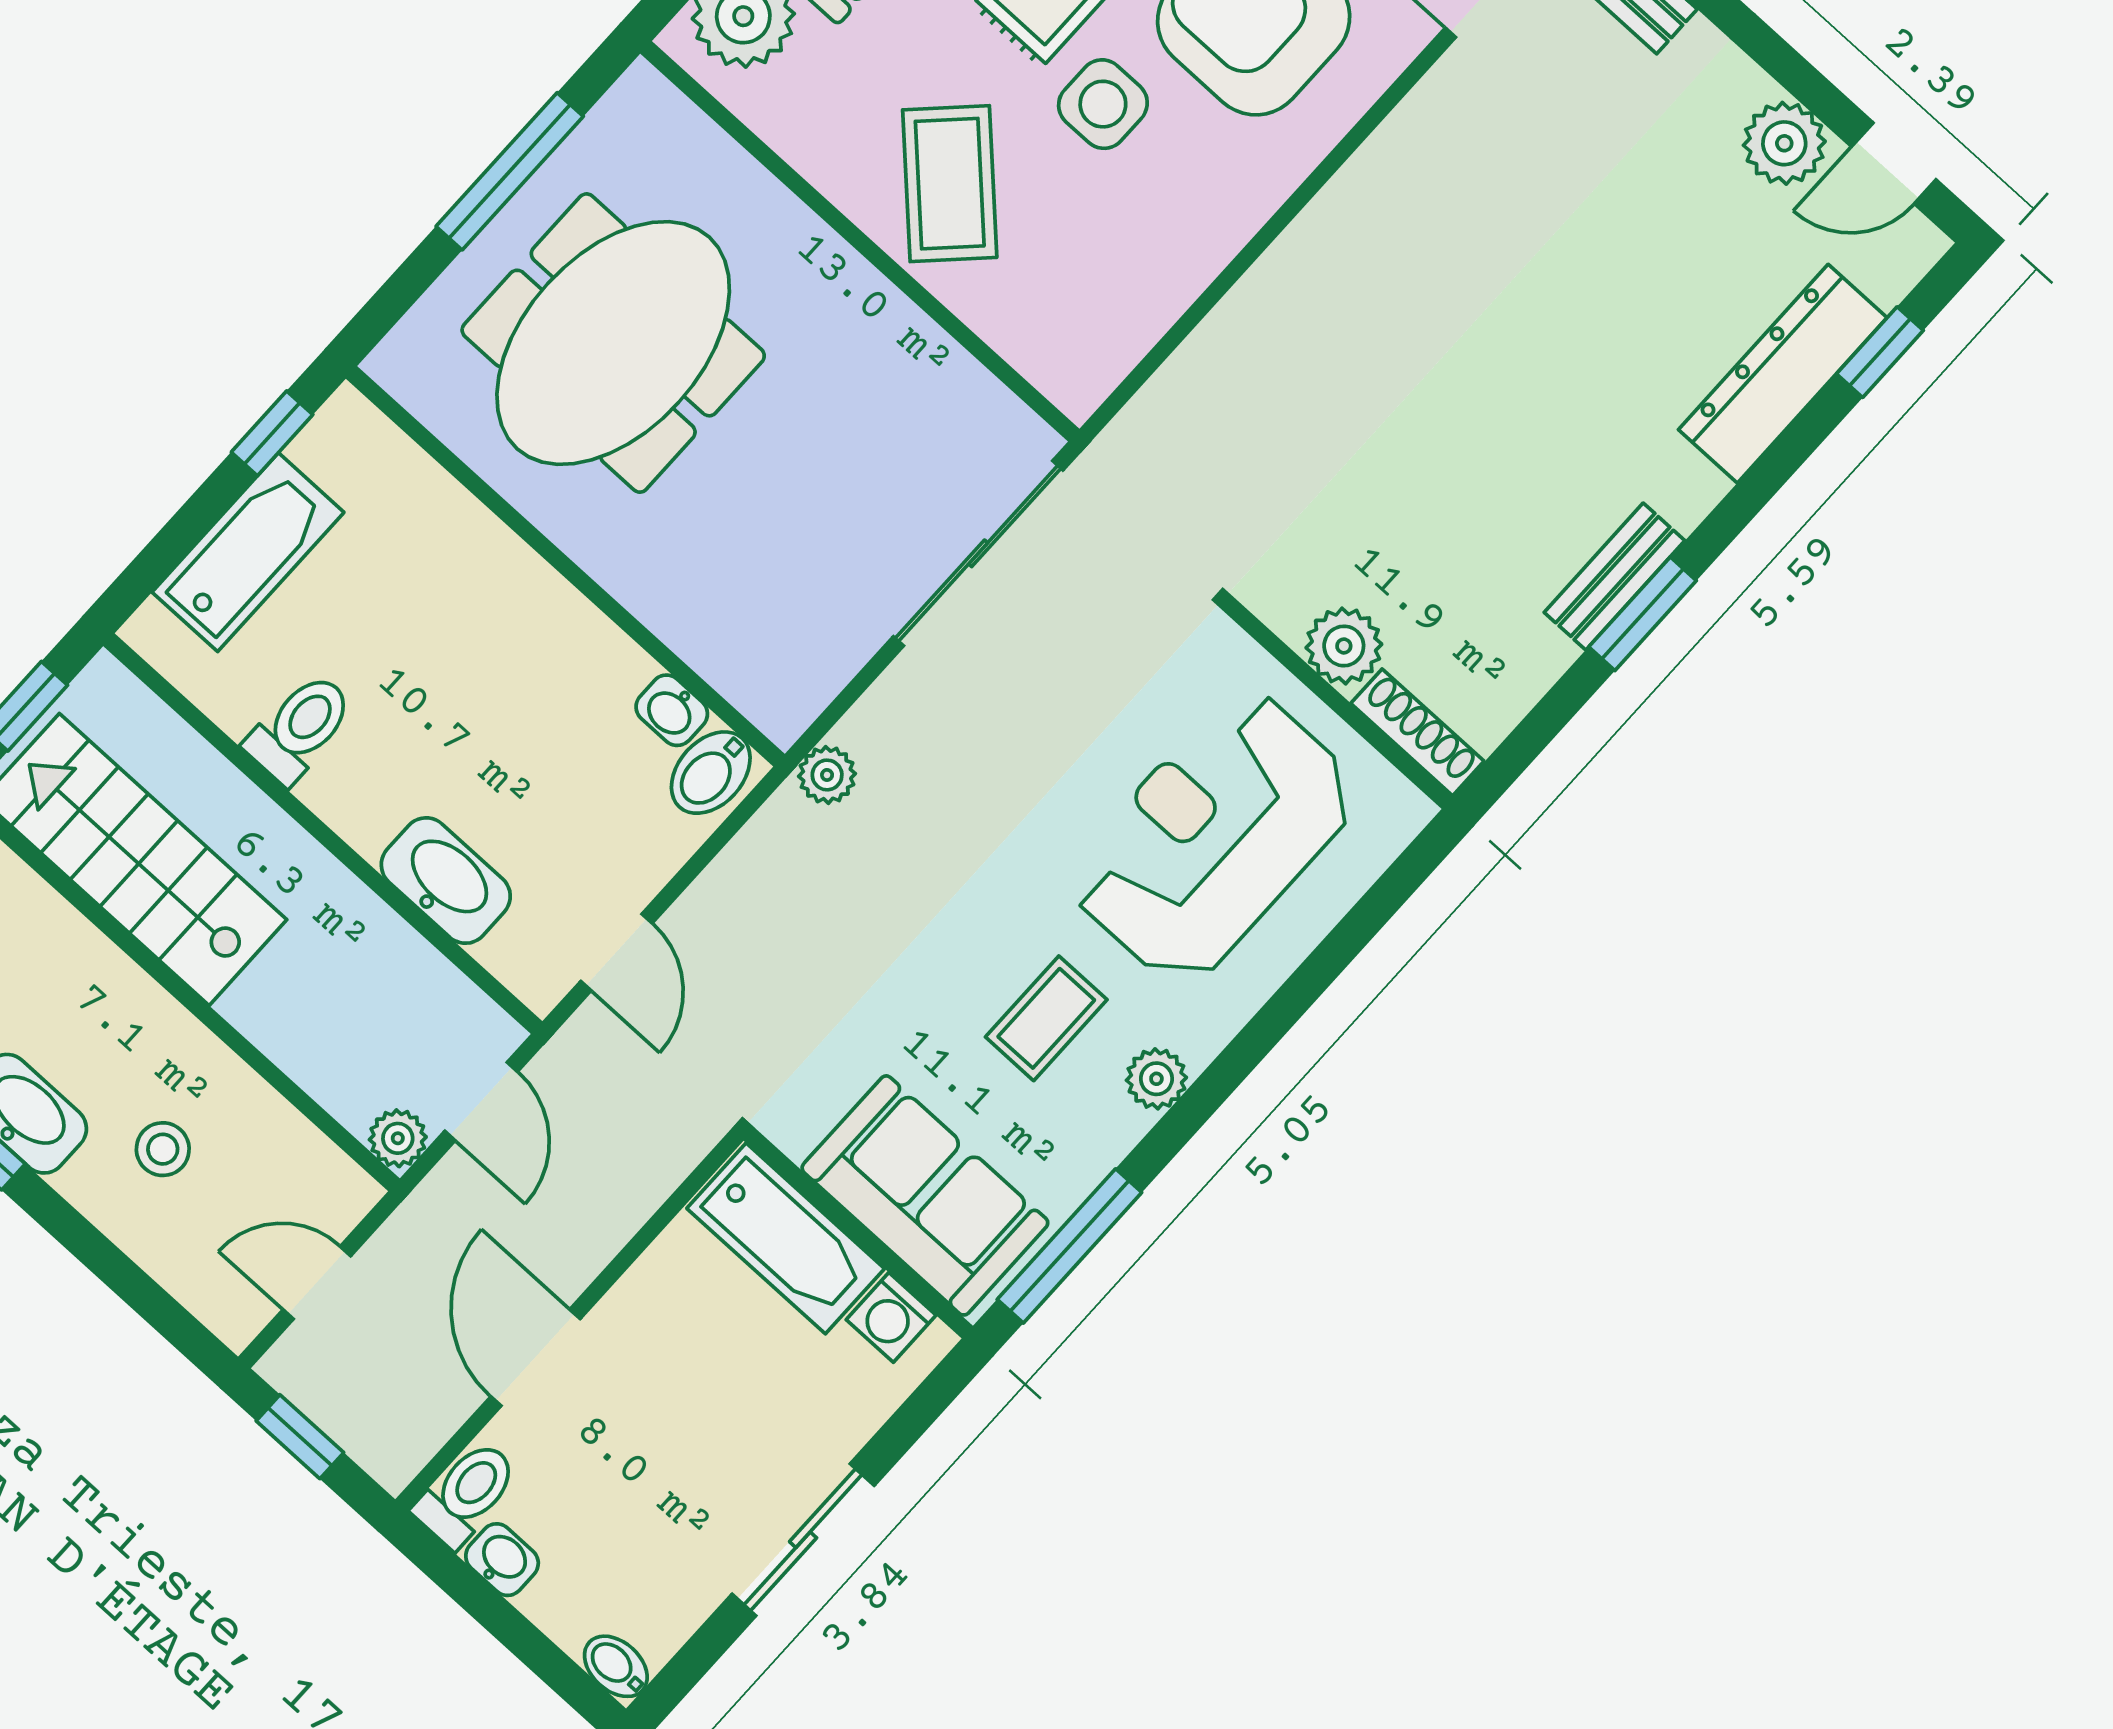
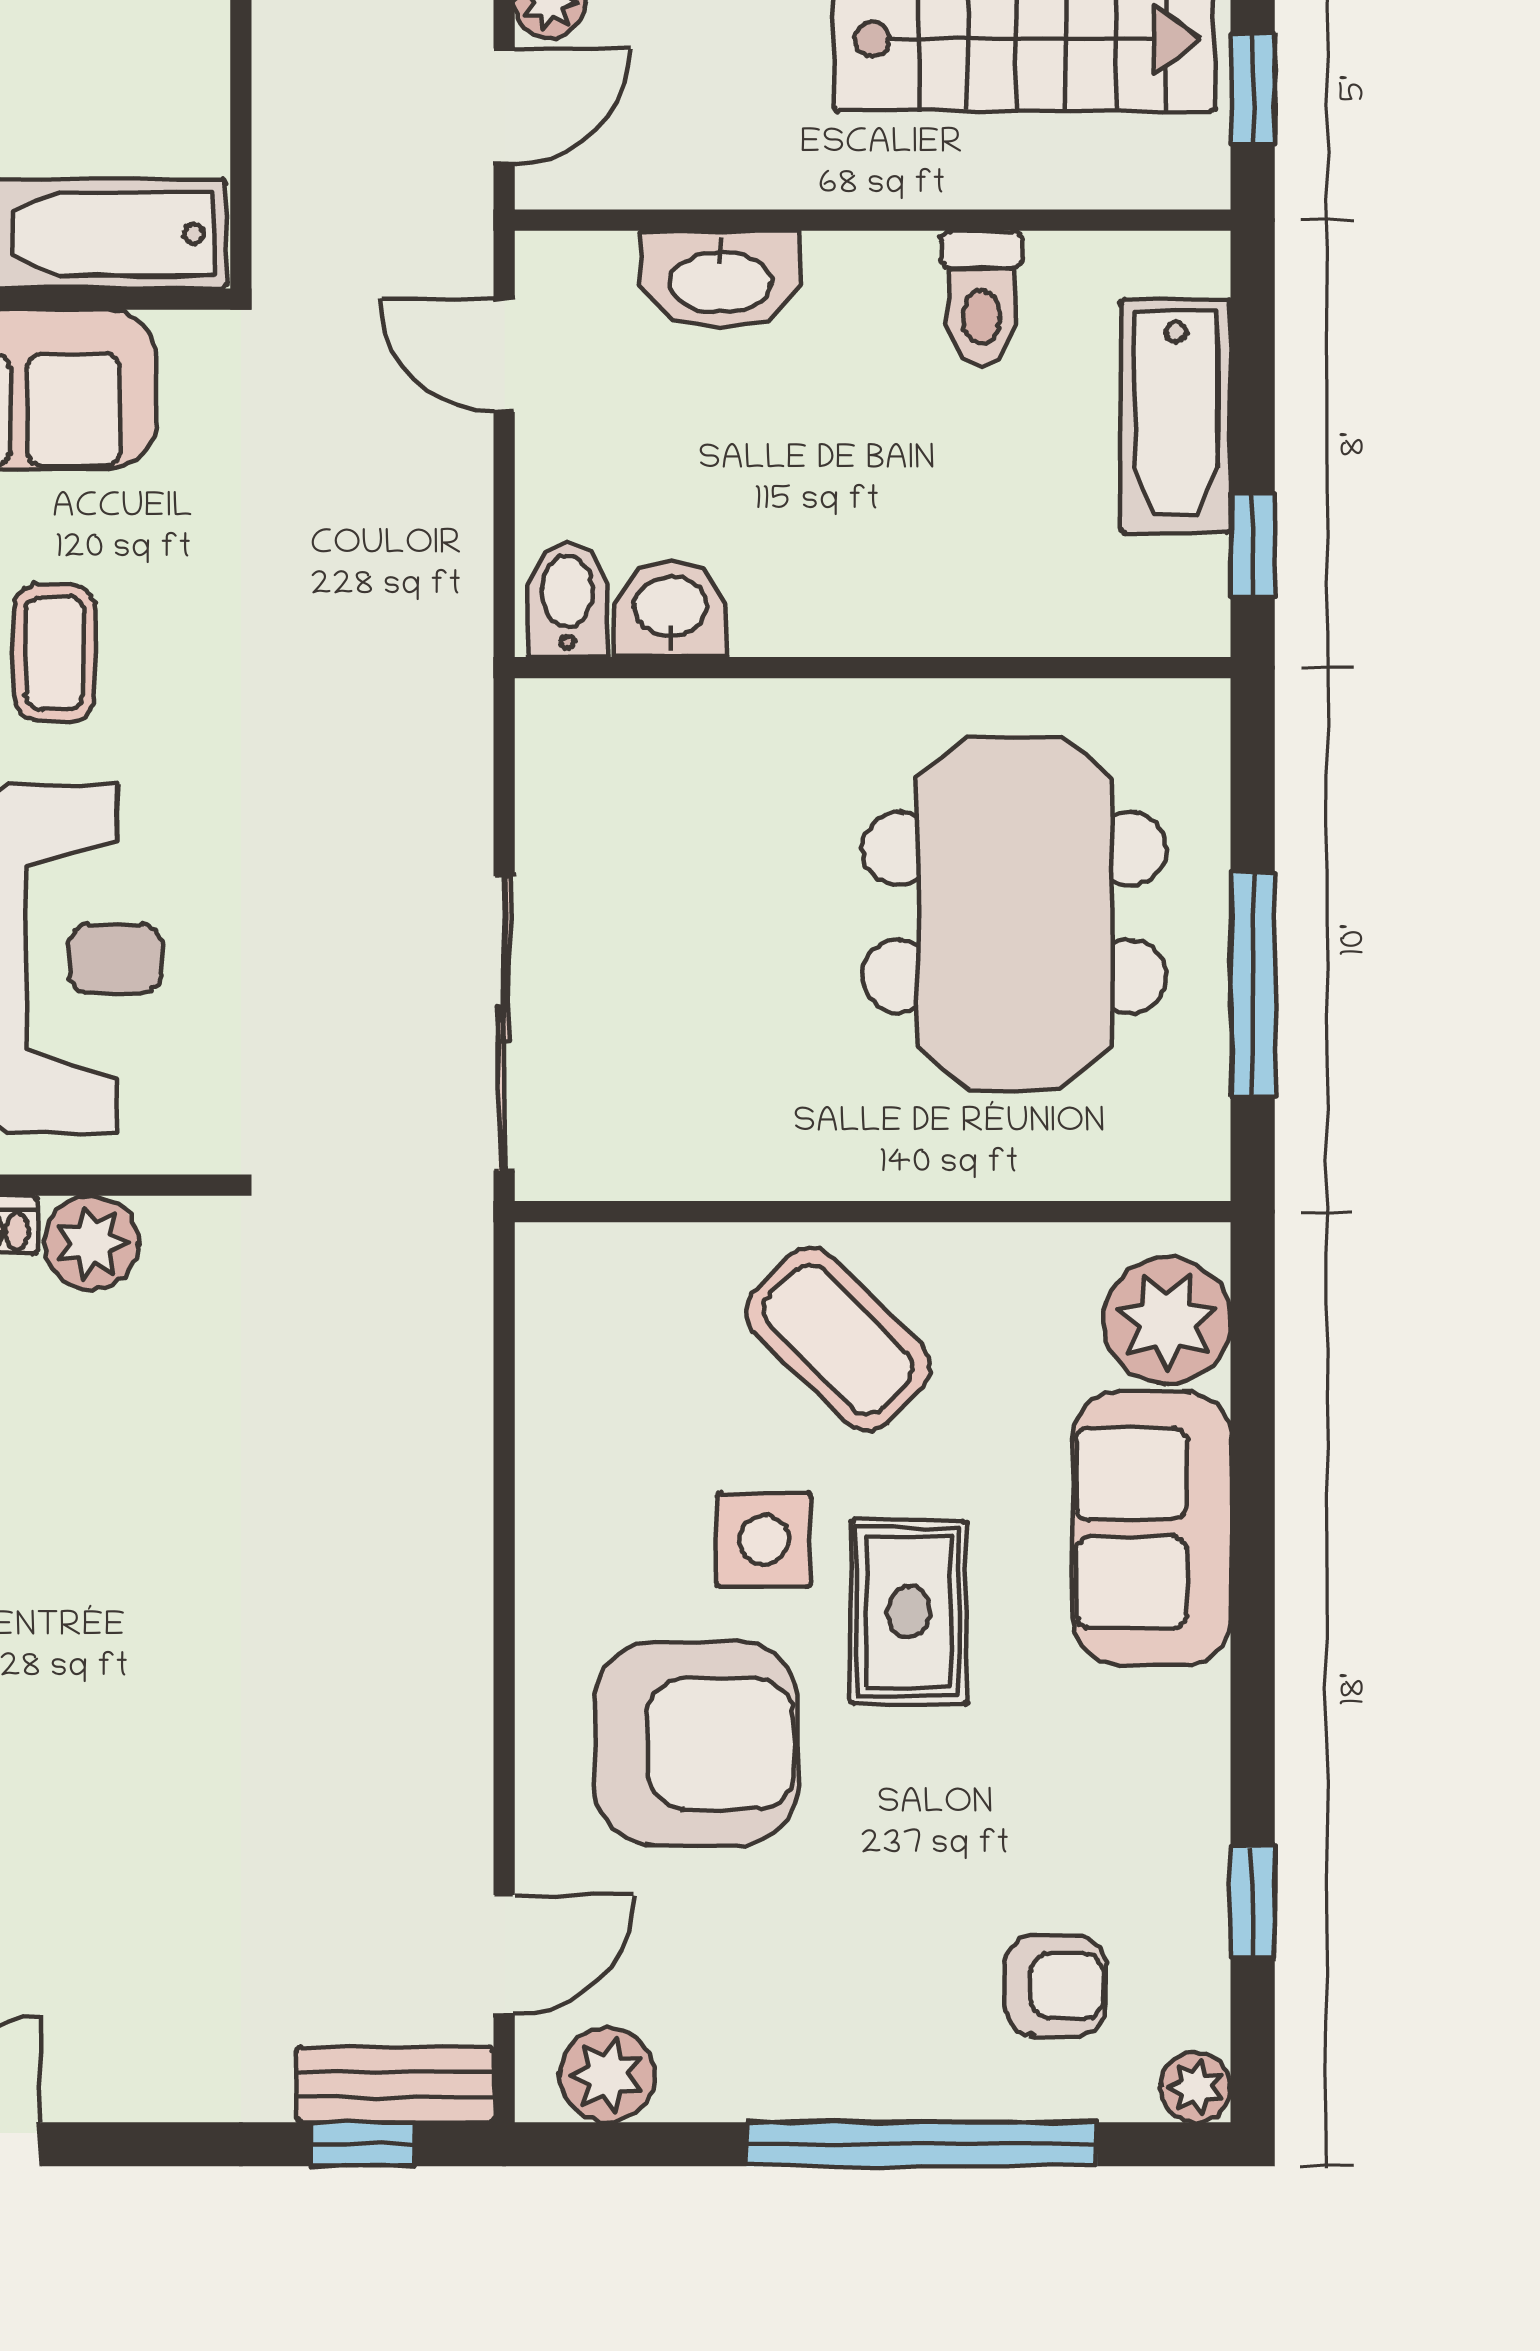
plant: (1784, 143) -> (105, 2071), removed
washbasin: (672, 710) -> (670, 609), width x1.38, depth x1.45
plant: (827, 775) -> (458, 694), removed
door: (481, 1101) -> (504, 106), swing flipped

